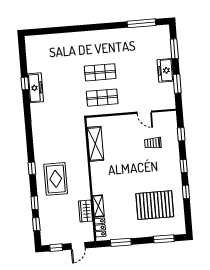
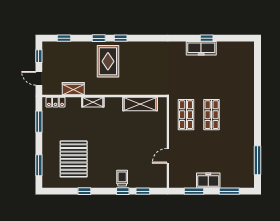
trolley: (153, 143) -> (122, 178), moved
window: (184, 166) -> (123, 191), moved
rug: (56, 179) -> (108, 61), turned 90
window: (35, 203) -> (99, 38), moved
shelving: (98, 206) -> (93, 102), moved

